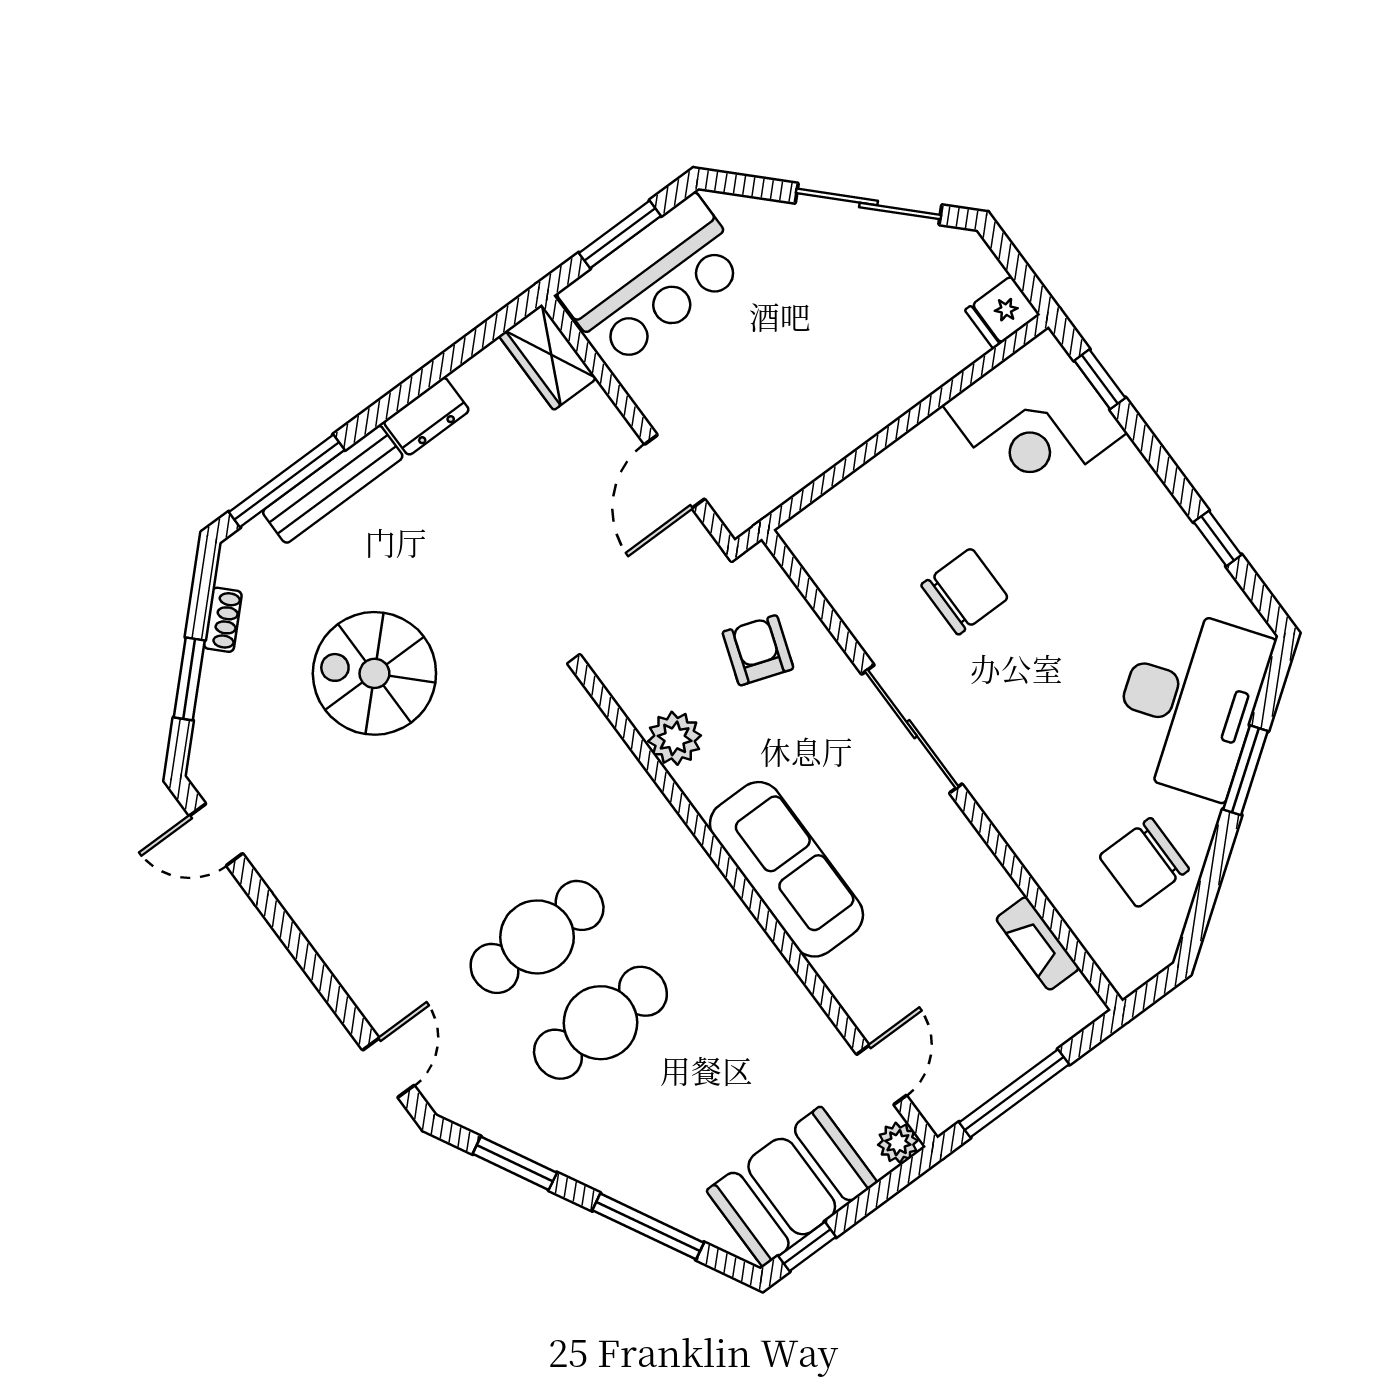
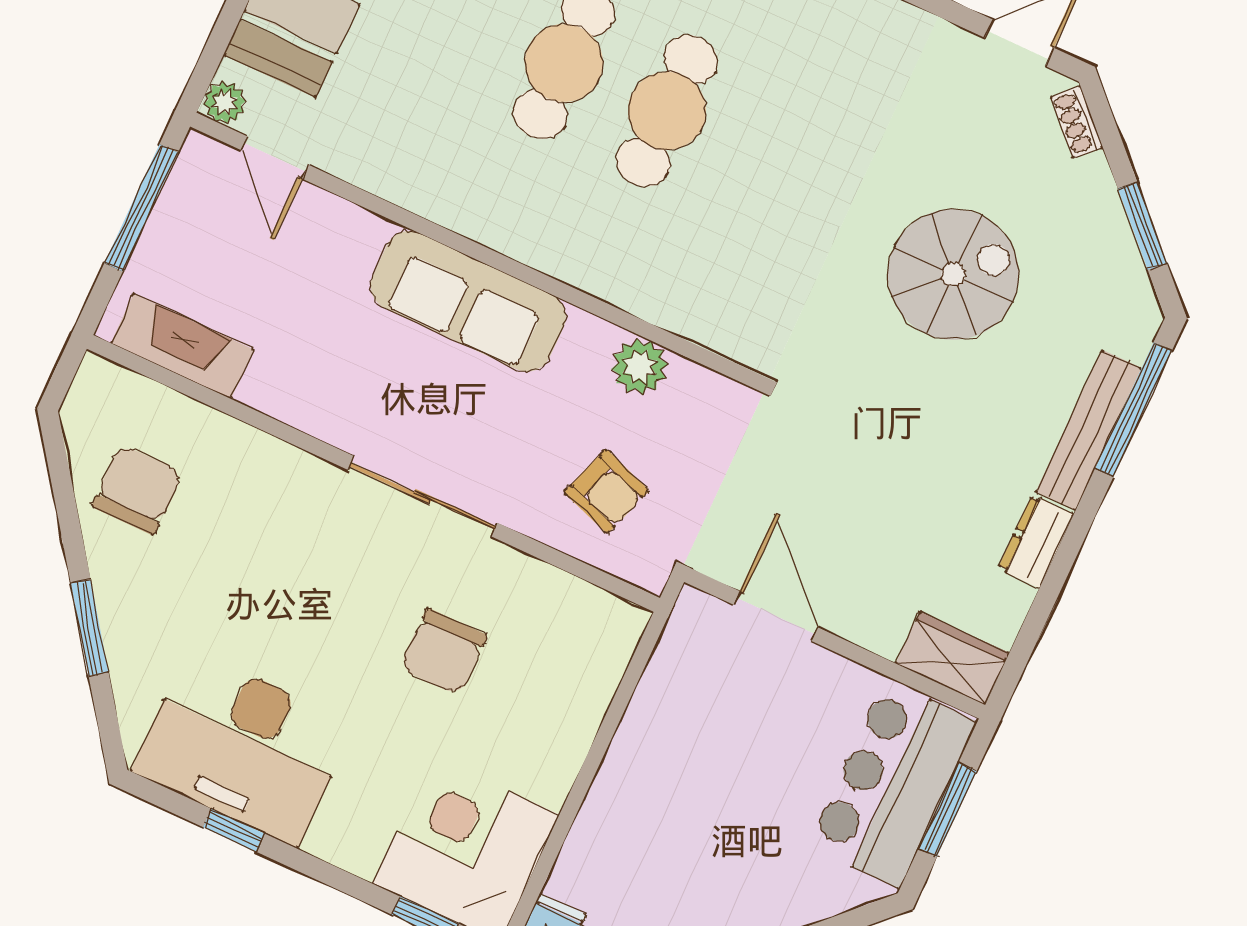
shoe rack: (223, 620) -> (1077, 122), moved
window: (189, 679) -> (1142, 226), moved
desk: (1189, 702) -> (243, 748), moved, turned -54
fireplace: (1038, 943) -> (182, 346), width x1.37, depth x1.32

